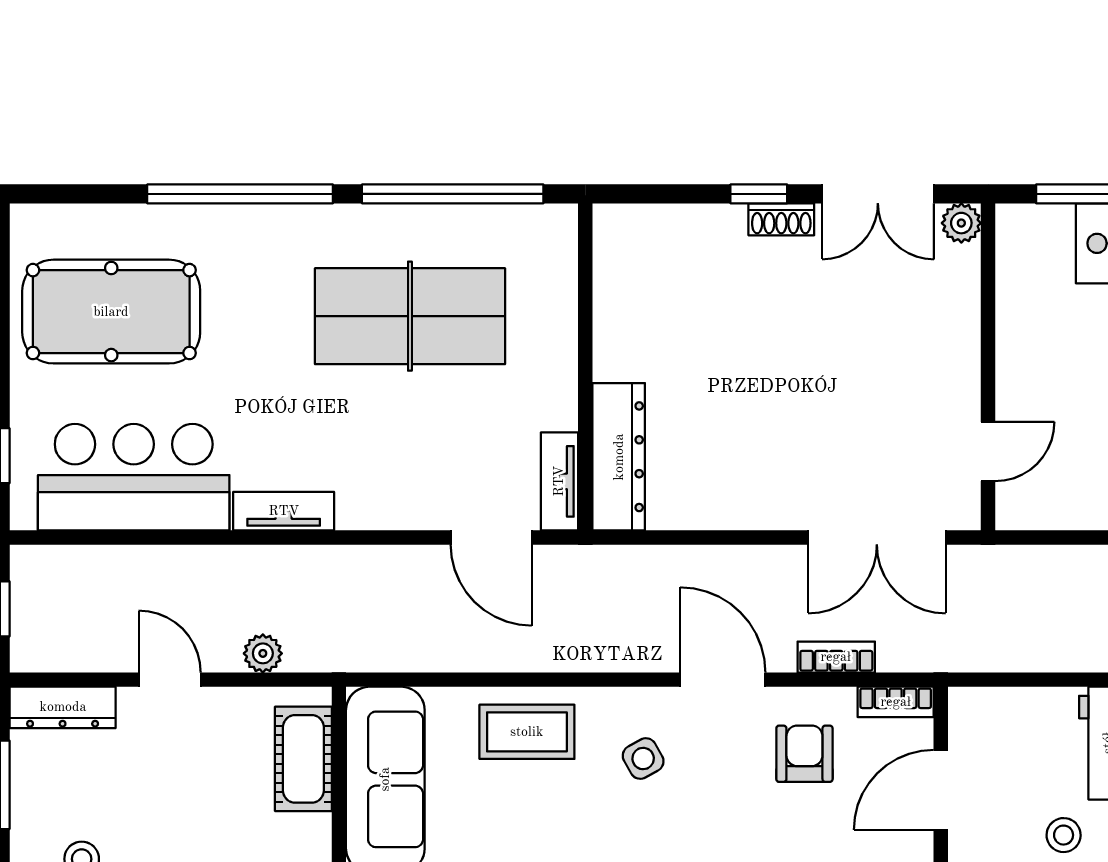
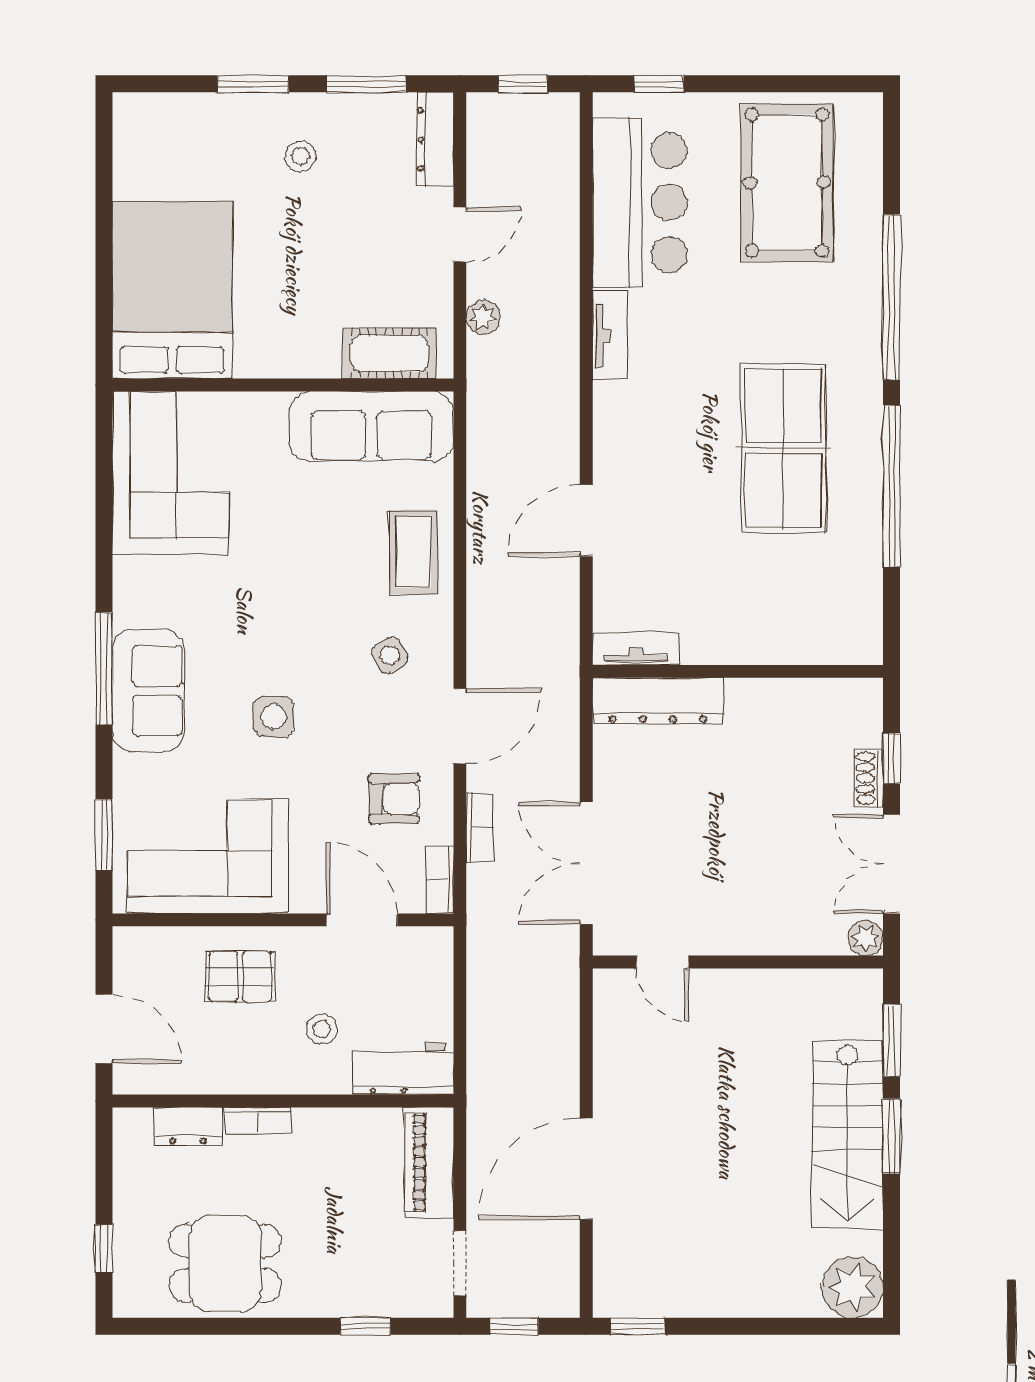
wall: (585, 367) -> (738, 671), moved
dresser: (619, 457) -> (658, 701), moved
tv unit: (559, 481) -> (636, 648), moved

